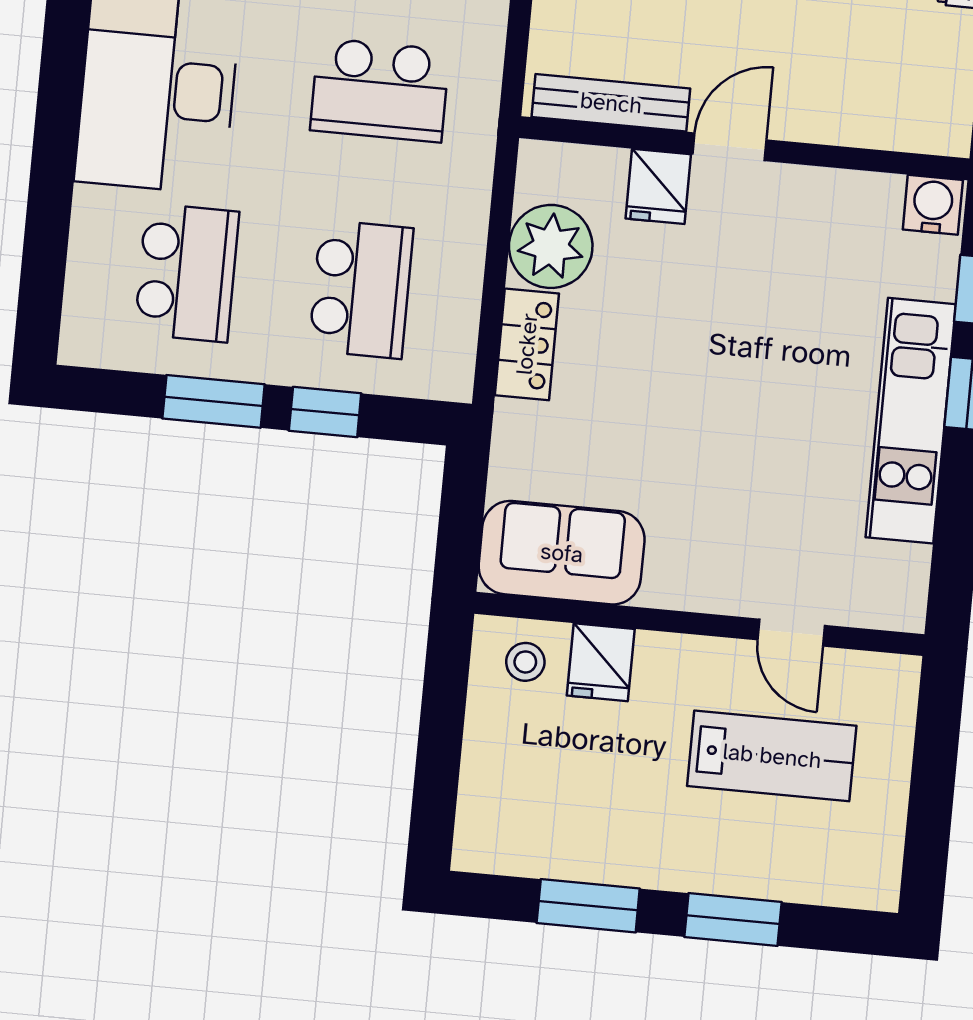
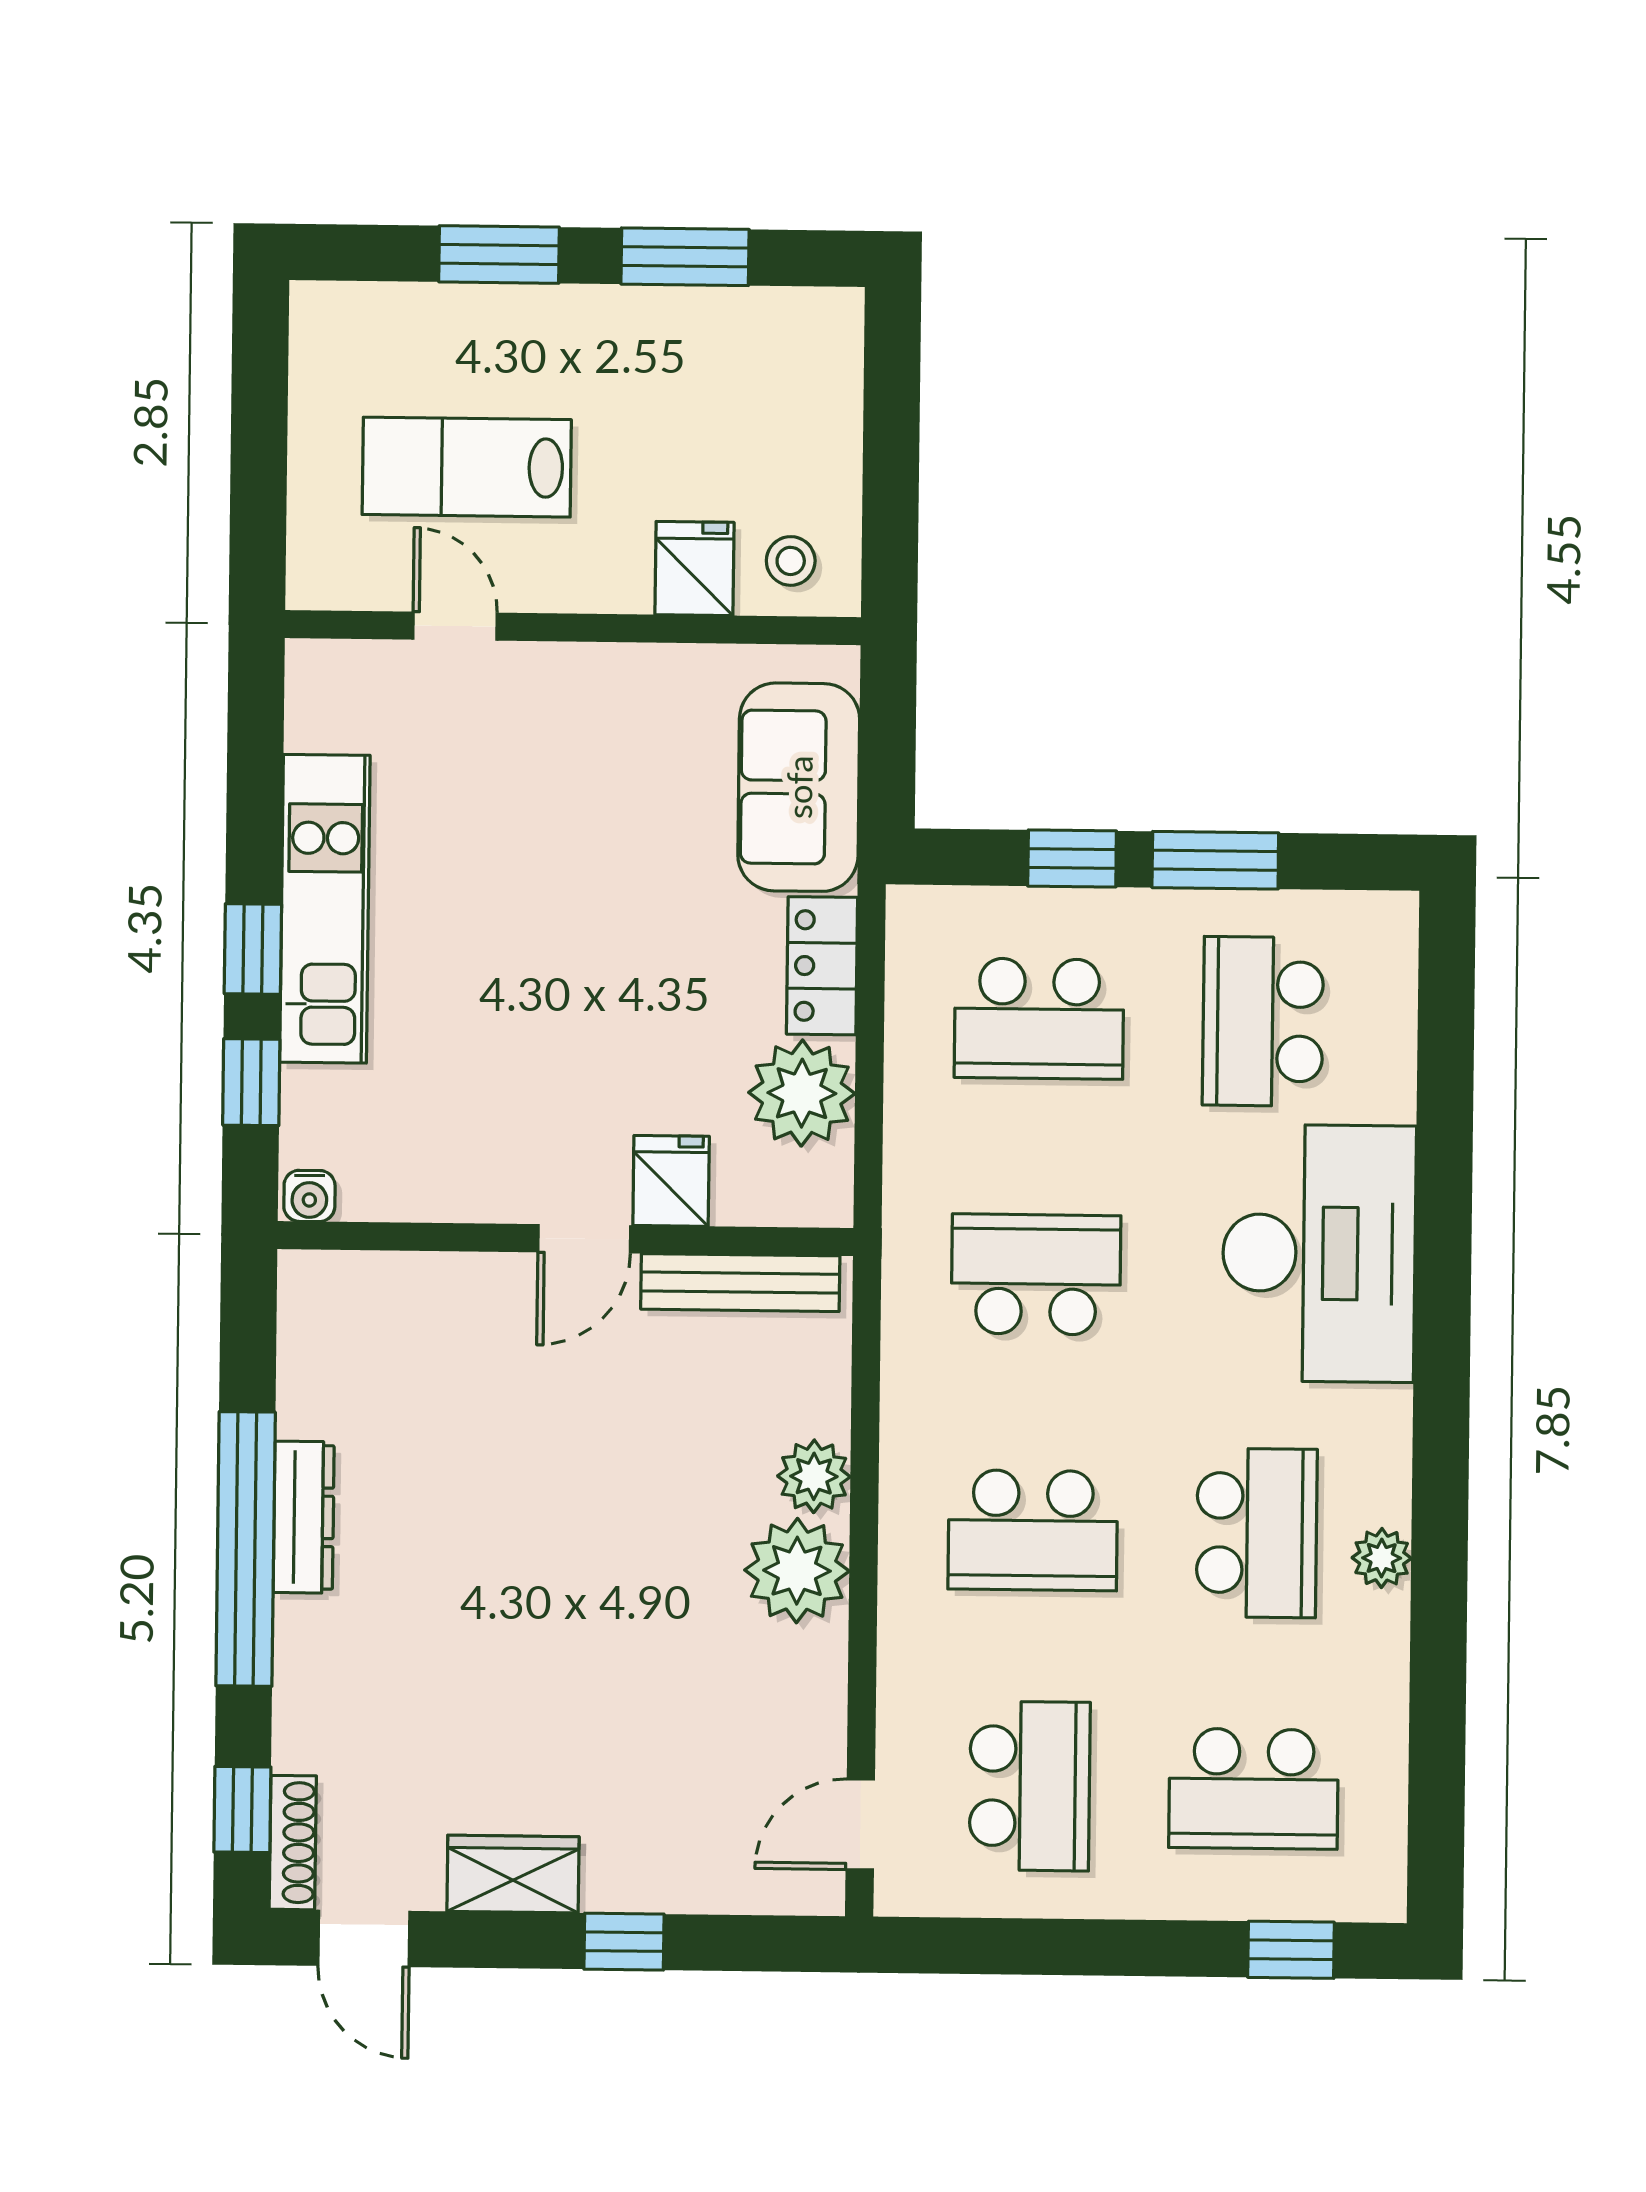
water cooler: (933, 205) -> (309, 1196), width x0.72, depth x0.72
school desk: (361, 289) -> (1039, 1019), turned -90
sofa: (562, 553) -> (799, 787), moved, turned 90

